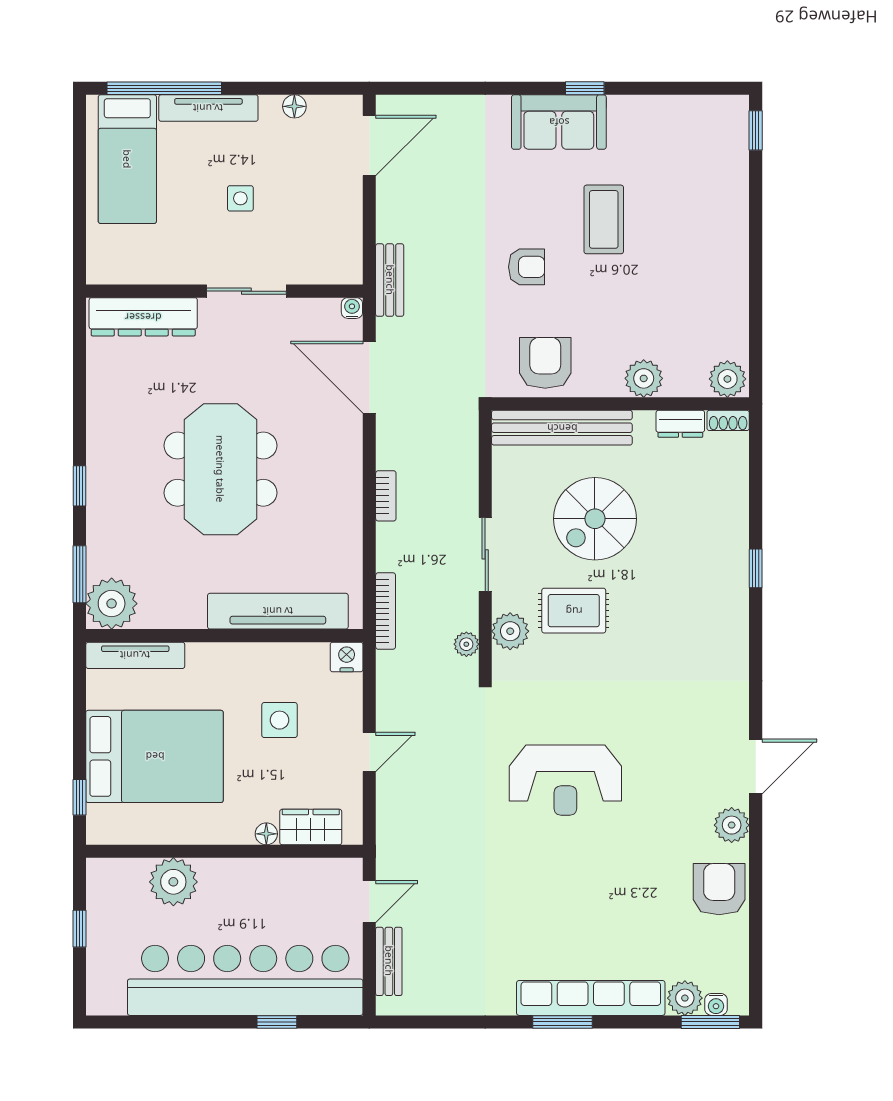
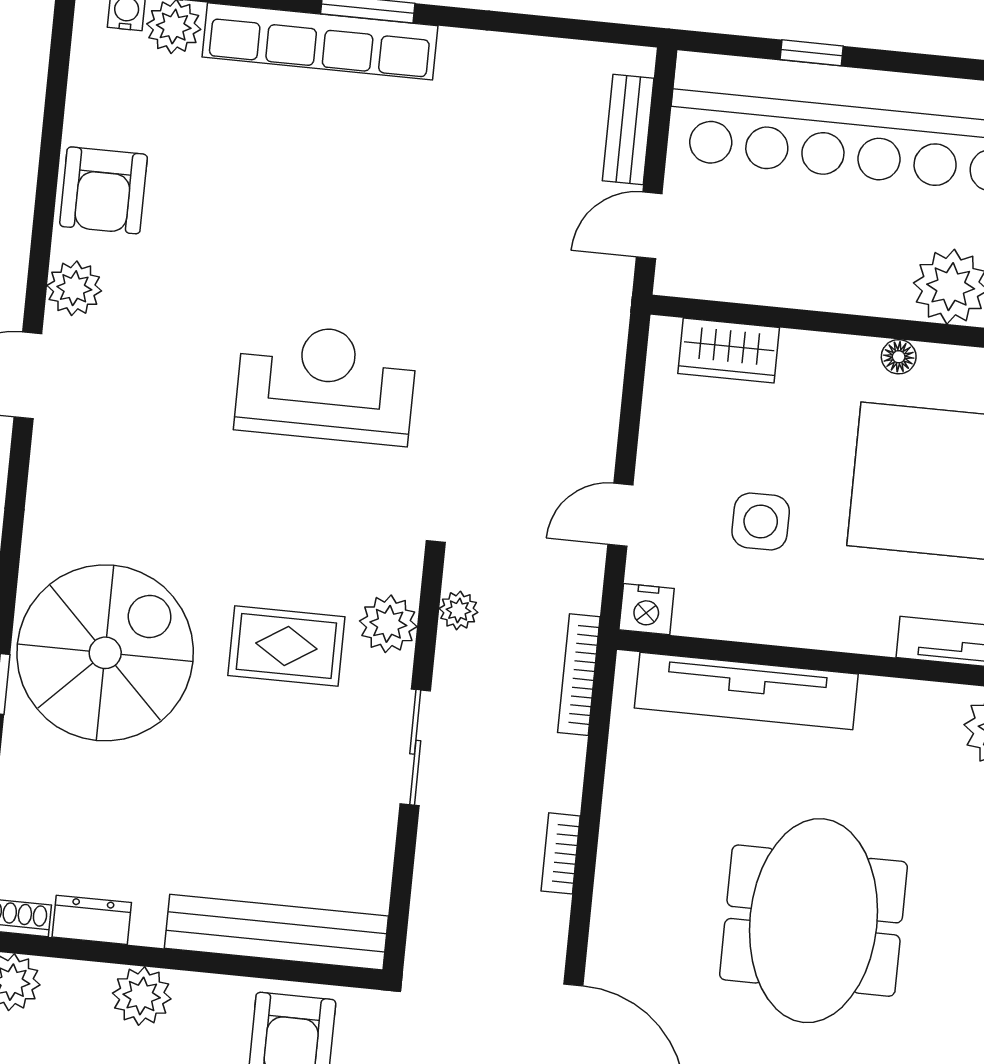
spiral stairs: (595, 519) -> (105, 653), moved, width x1.37, depth x1.37
door: (369, 752) -> (620, 515), moved
floor lamp: (266, 834) -> (899, 357), moved

